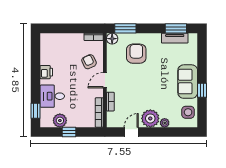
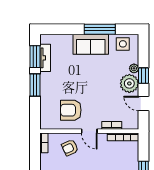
window: (125, 28) -> (35, 85), moved
floor lamp: (112, 39) -> (46, 123), removed
armchair: (136, 54) -> (71, 110), moved
window: (202, 90) -> (100, 29), width x2.17
window: (158, 132) -> (144, 76), added

